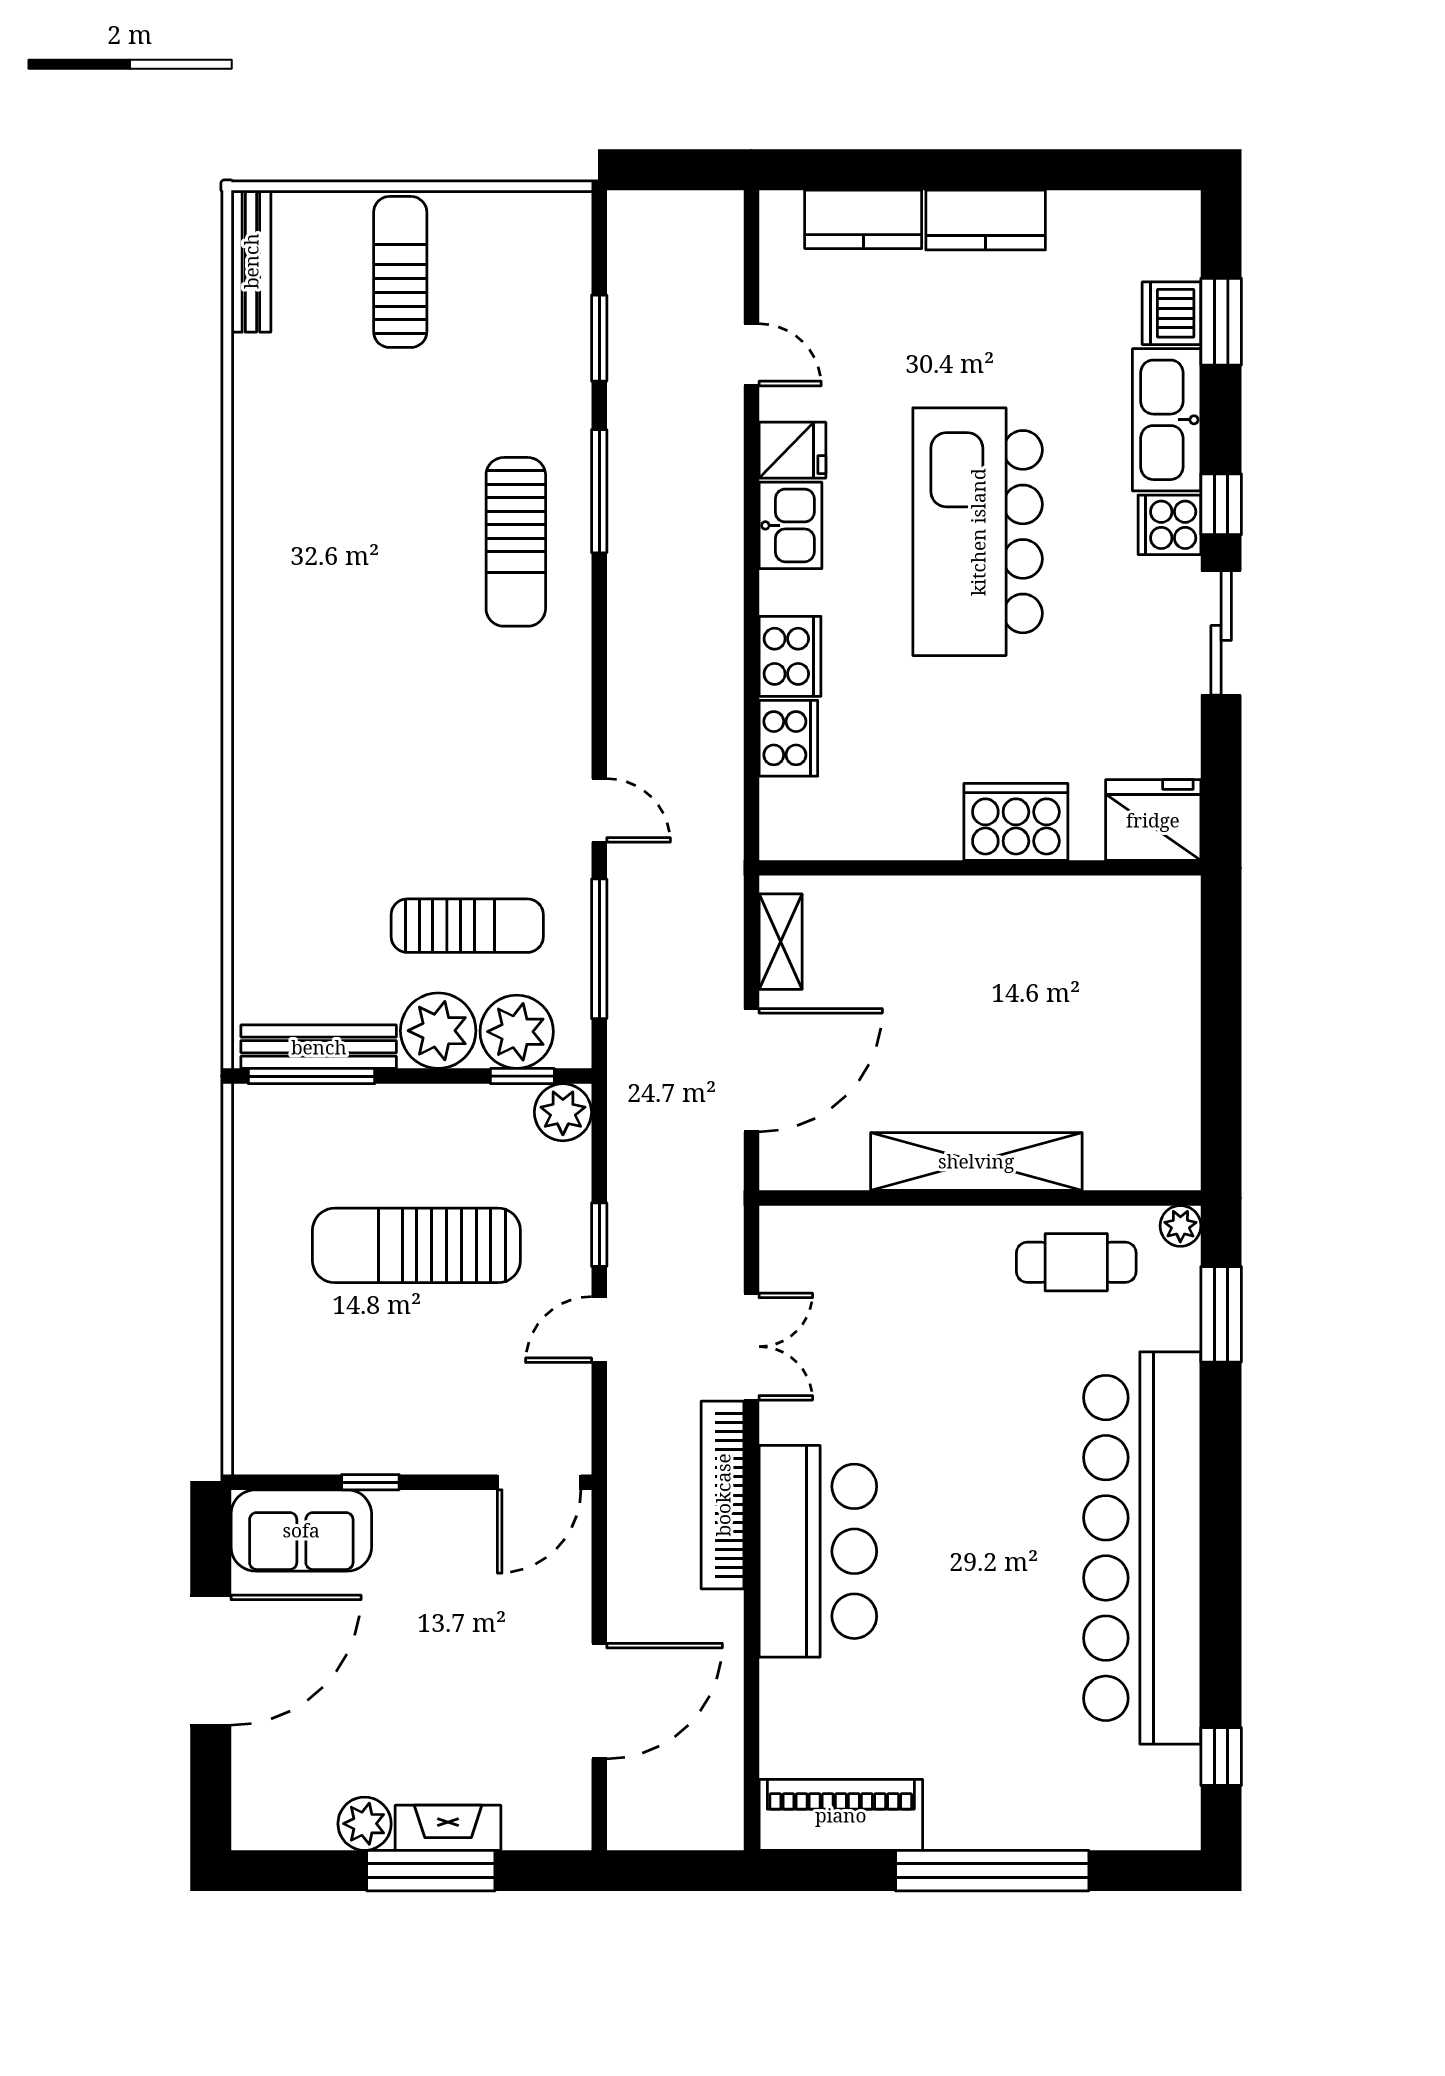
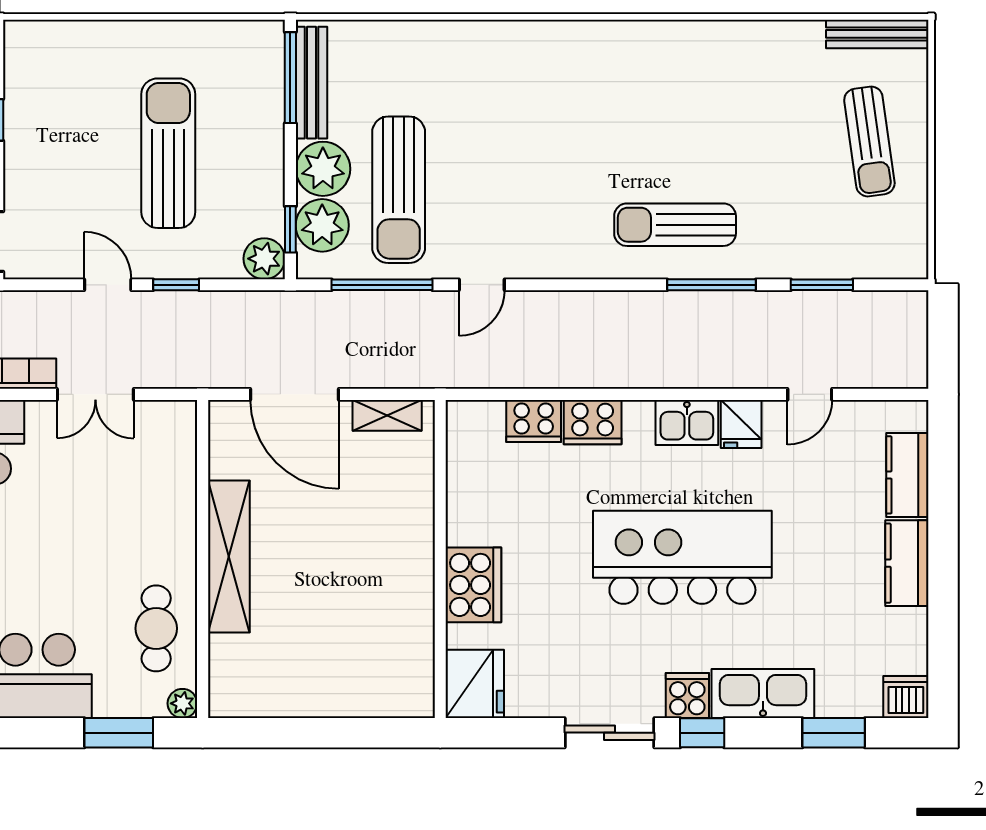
sun lounger: (400, 272) -> (869, 141), turned 82
dishwasher: (1171, 313) -> (906, 697), moved
sun lounger: (467, 926) -> (399, 190), width x1.36, depth x1.34

